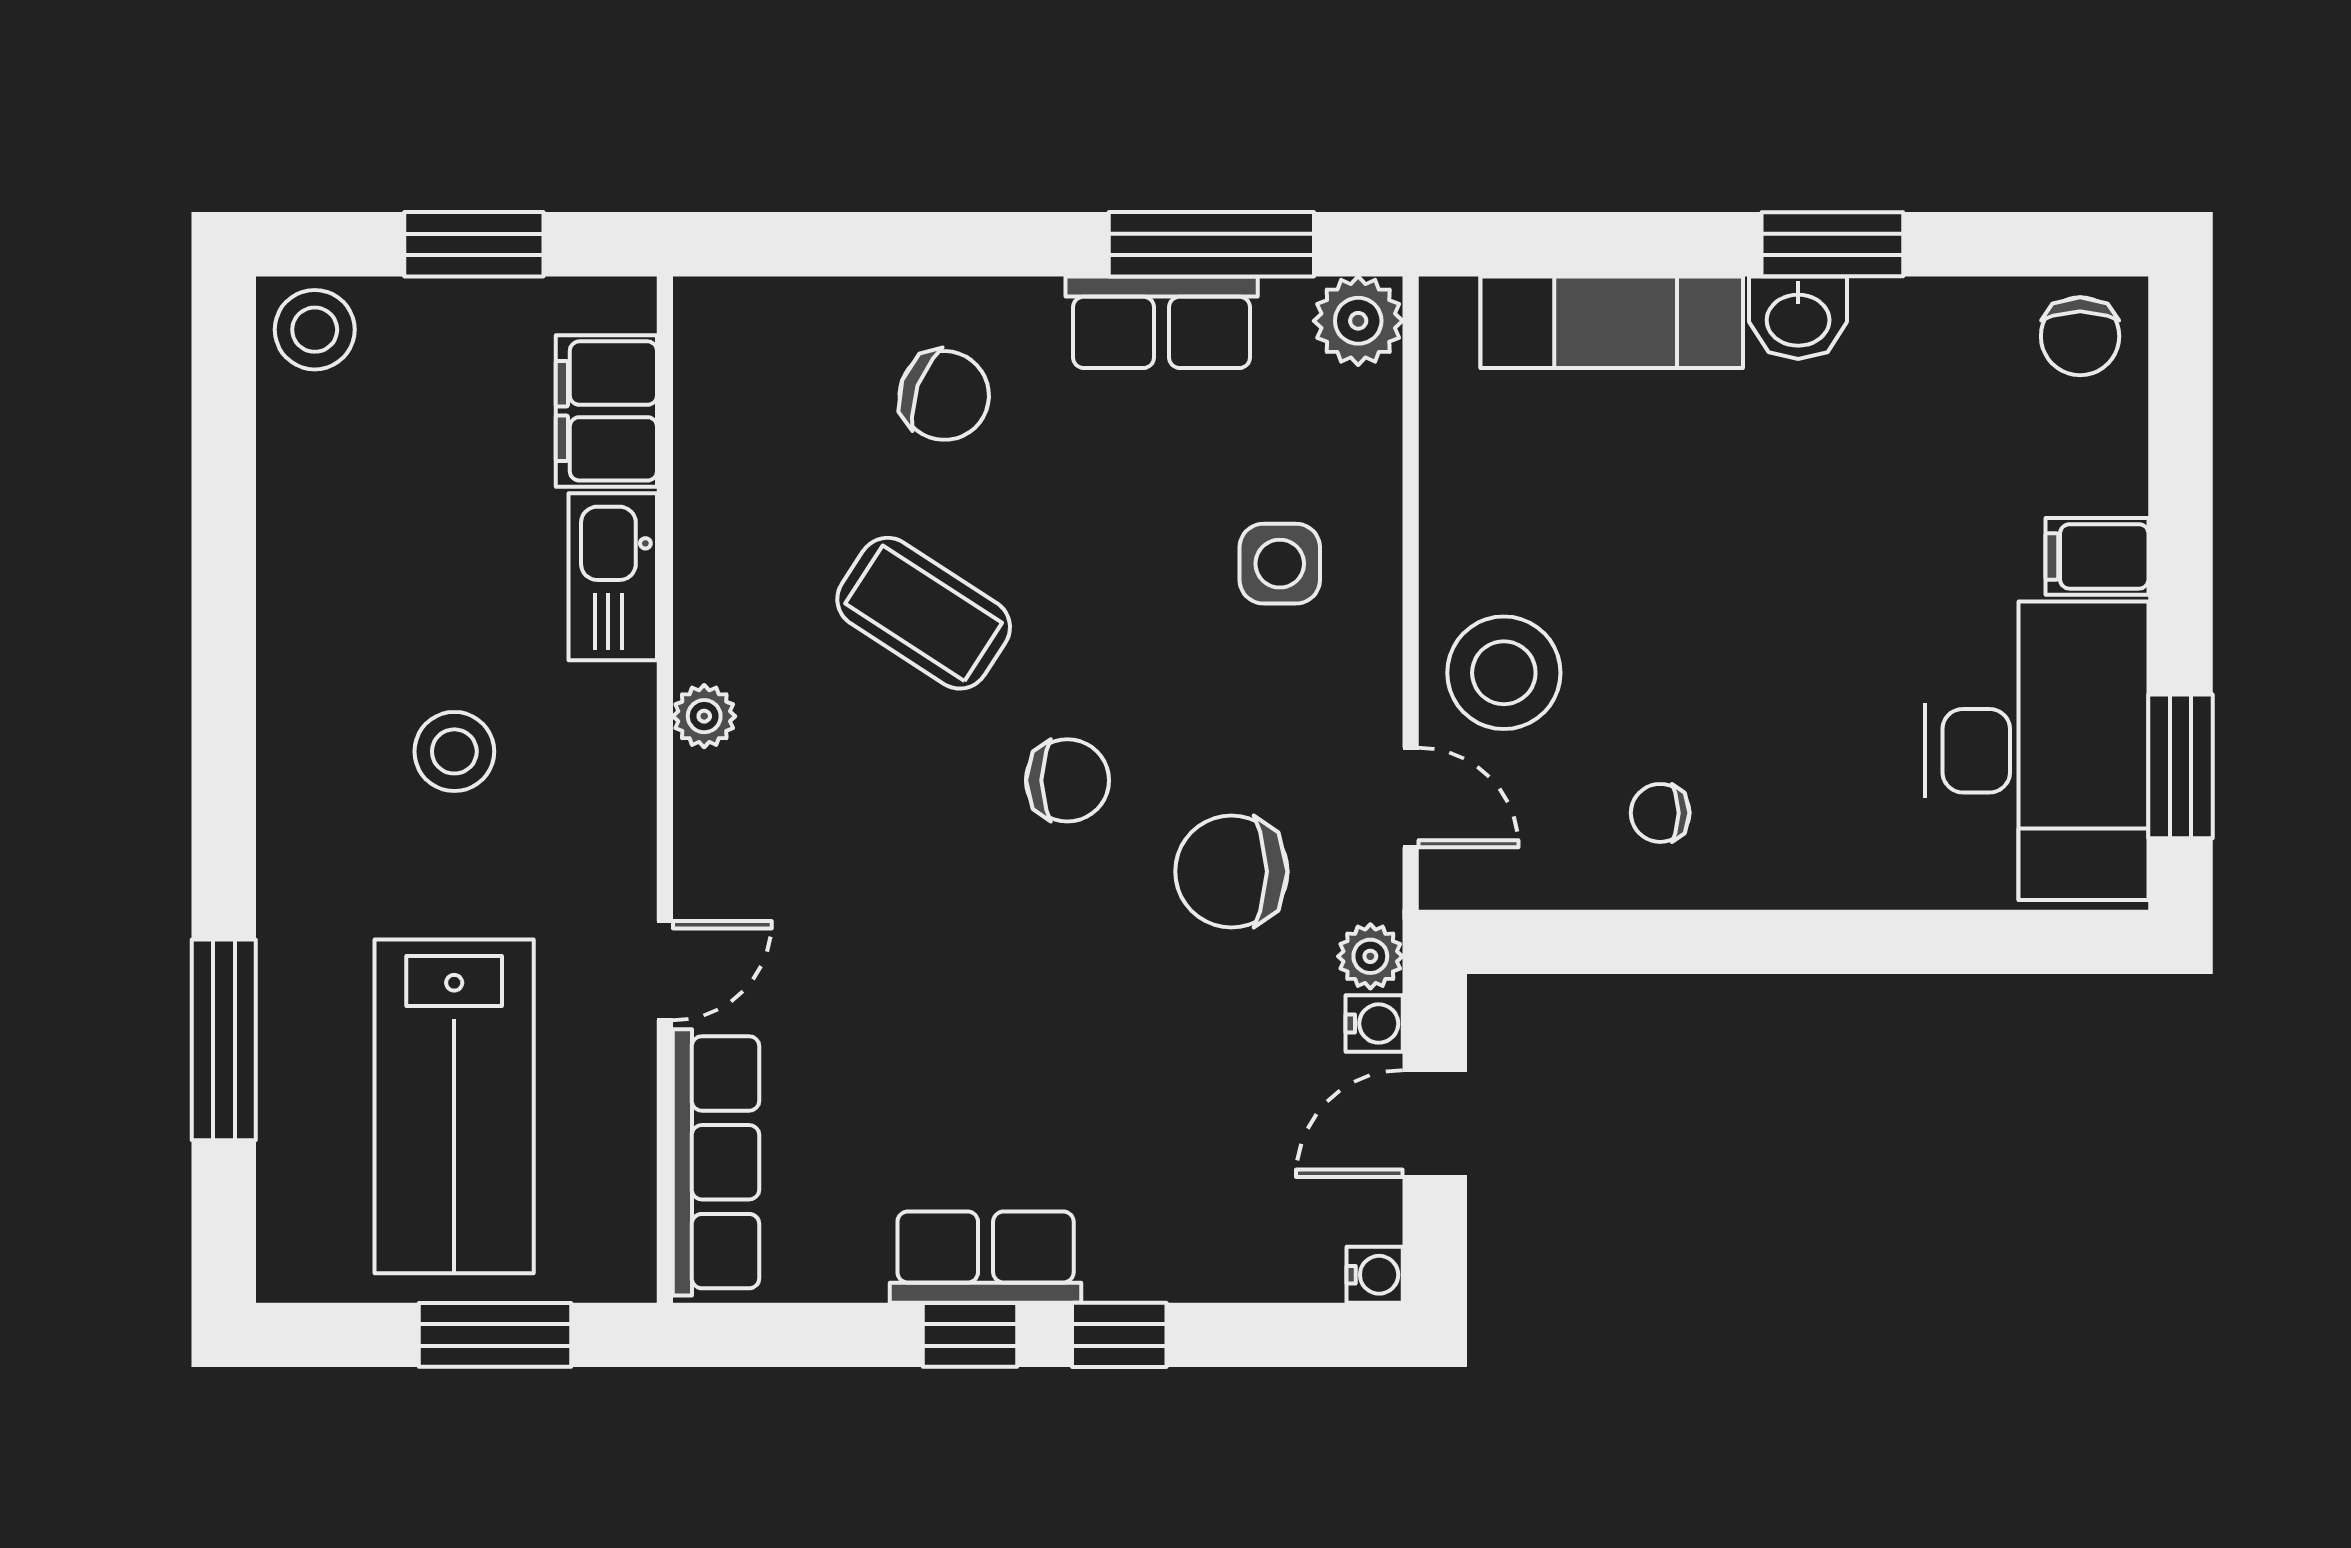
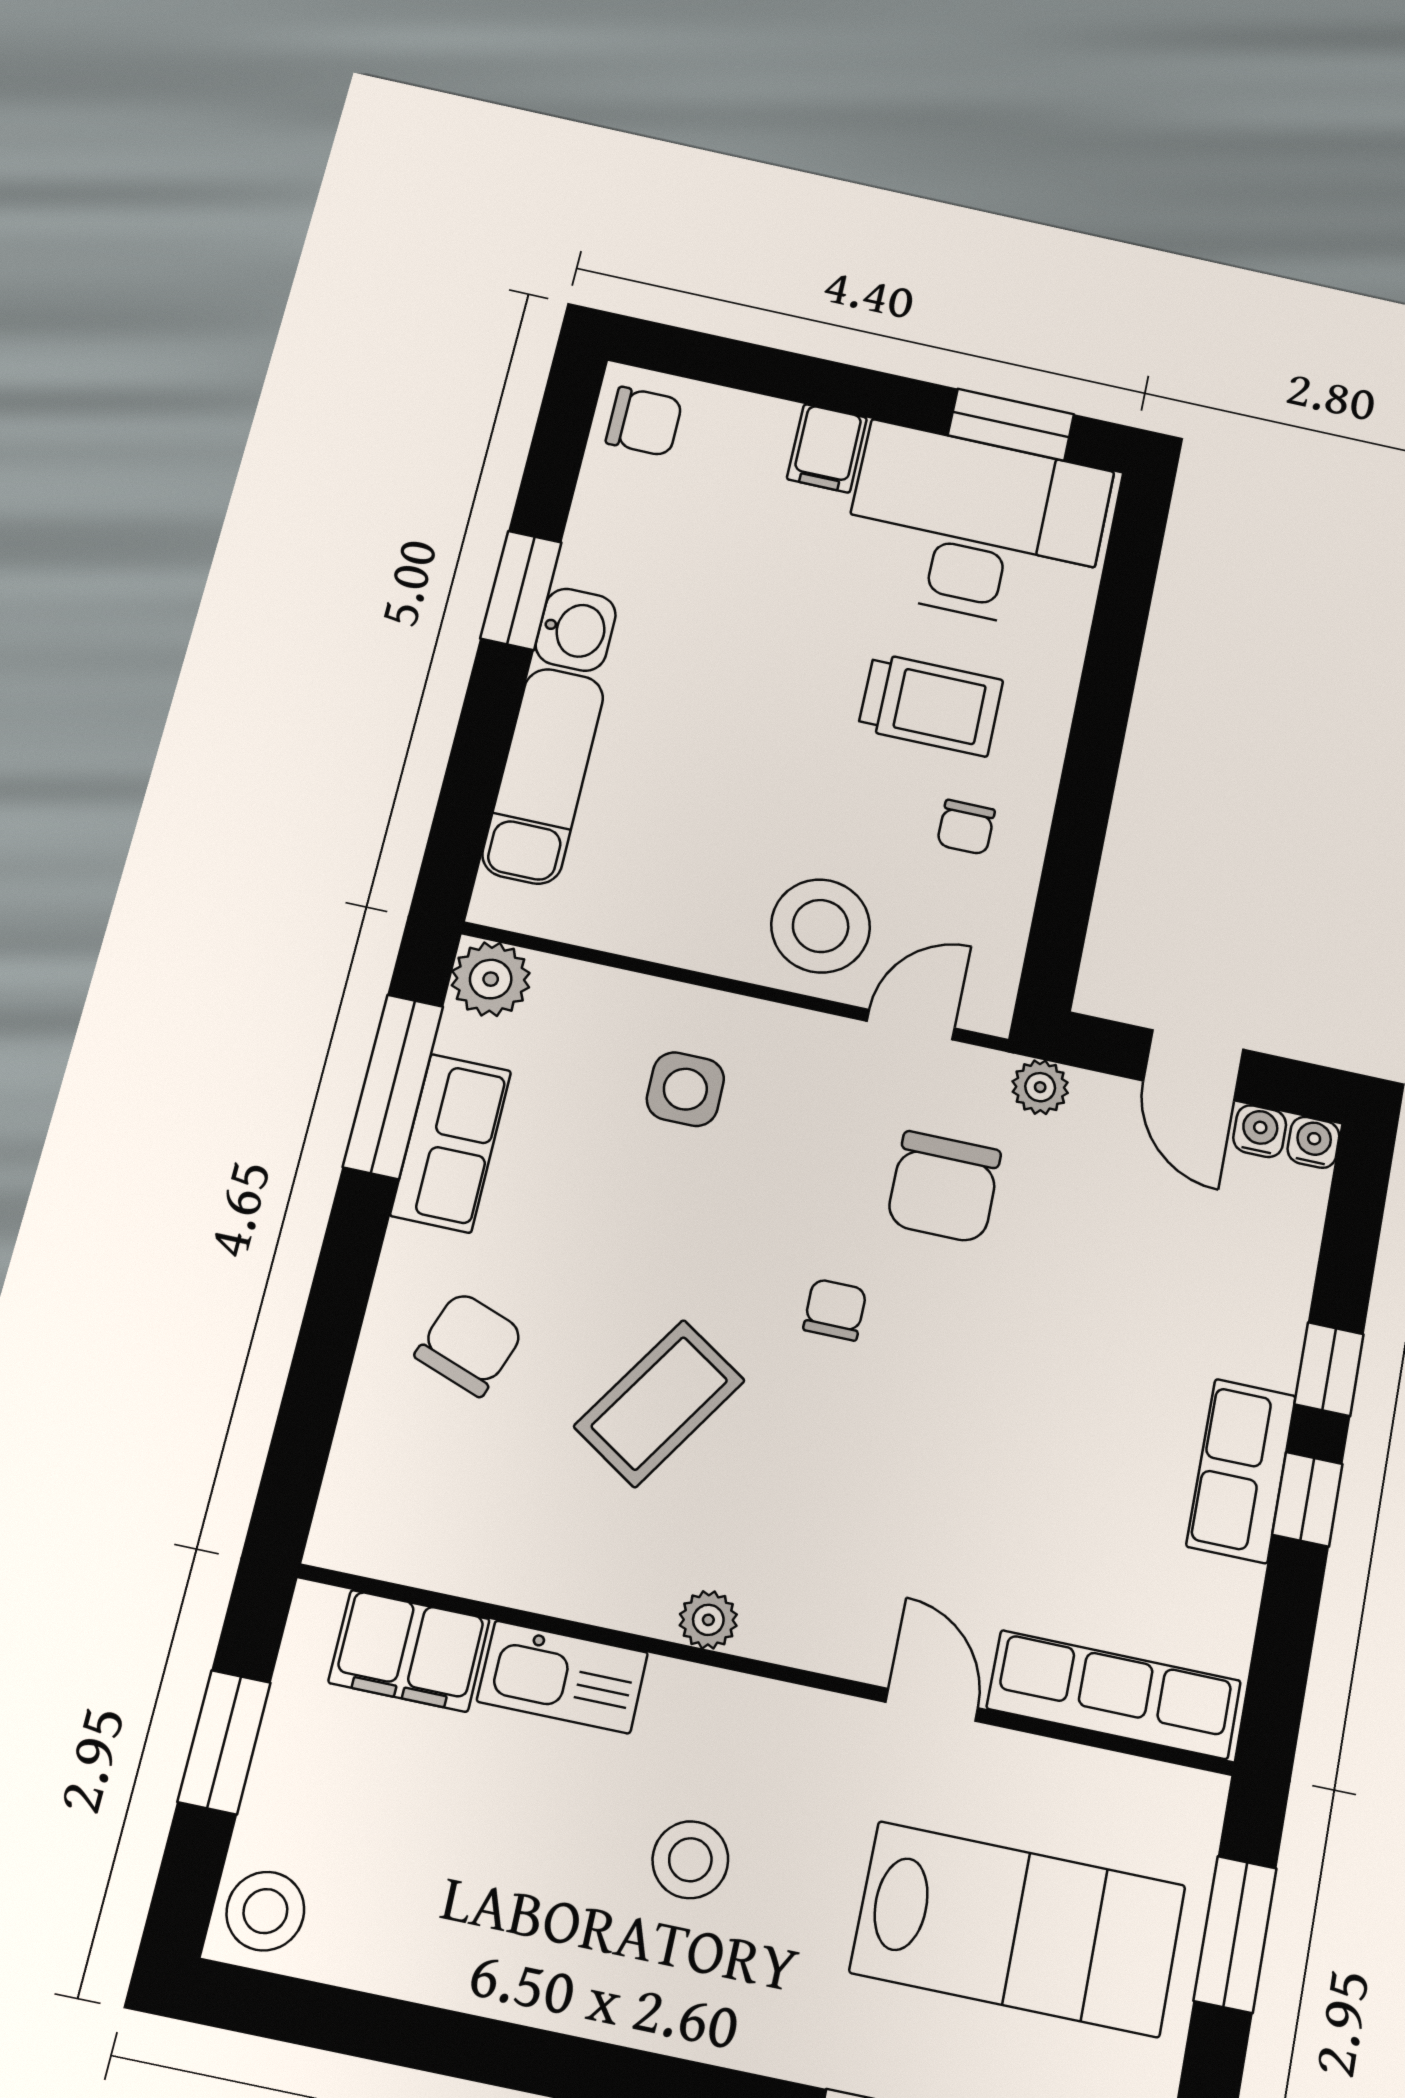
trolley: (1801, 743) -> (931, 705), added
chair: (1067, 780) -> (835, 1310), width x0.73, depth x0.73
water cooler: (1374, 1024) -> (1260, 1131), moved

